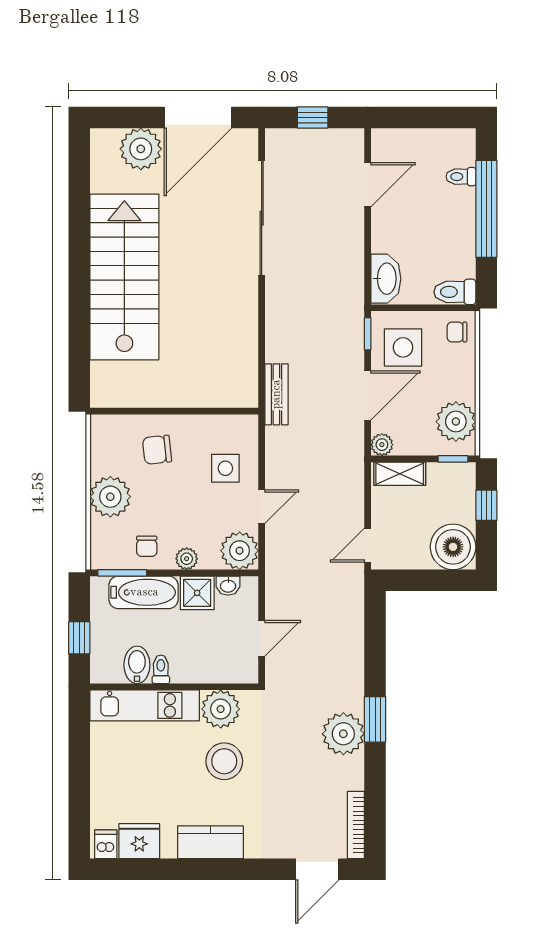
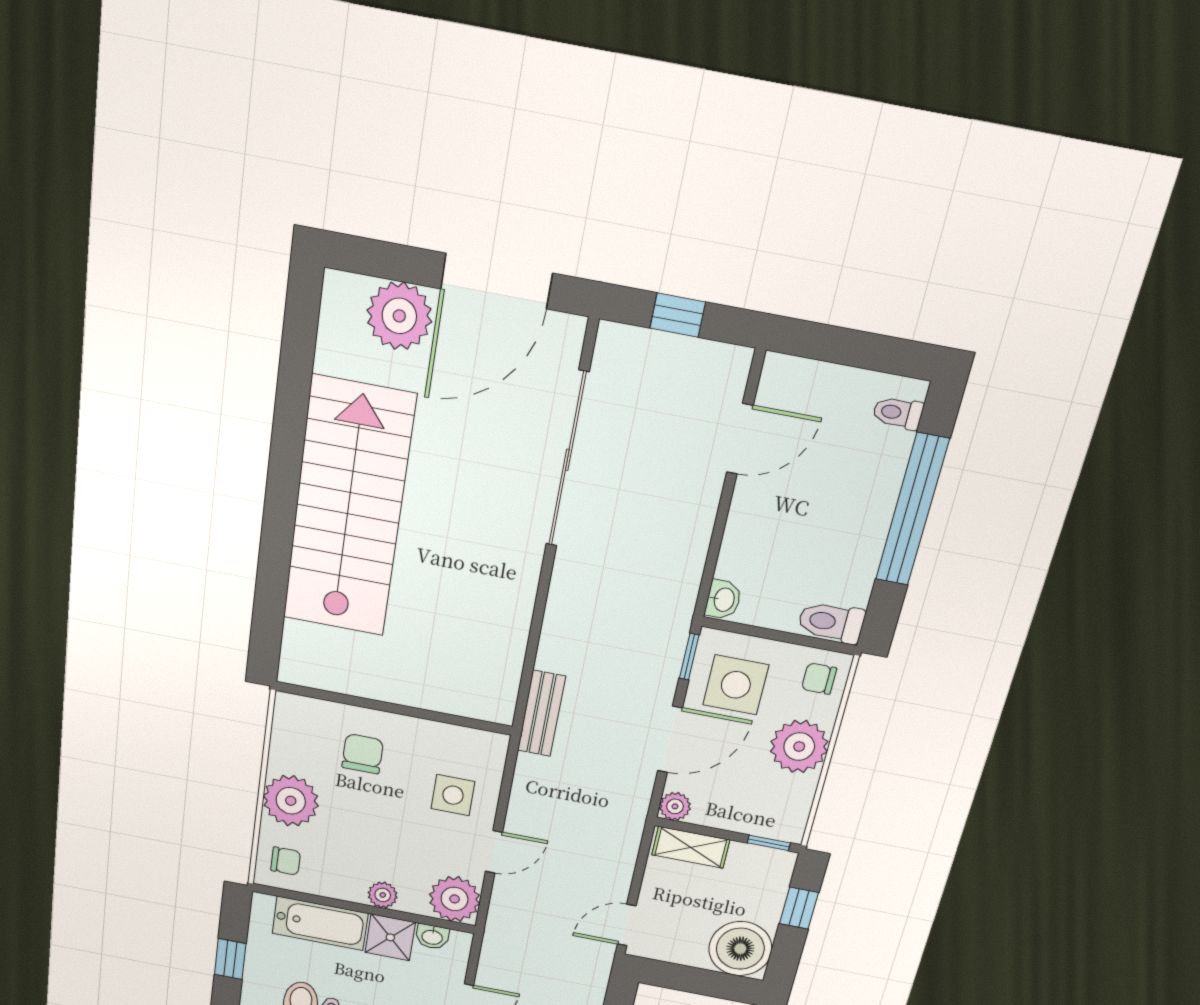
toilet: (461, 177) -> (898, 413), moved
washbasin: (386, 279) -> (723, 600), width x0.52, depth x0.69
plant: (456, 422) -> (799, 747), moved
chair: (157, 450) -> (363, 754), turned 96
chair: (147, 546) -> (286, 861), moved, turned -90
window: (122, 573) -> (295, 895), removed

